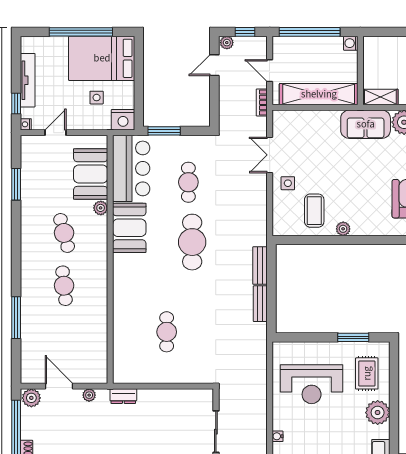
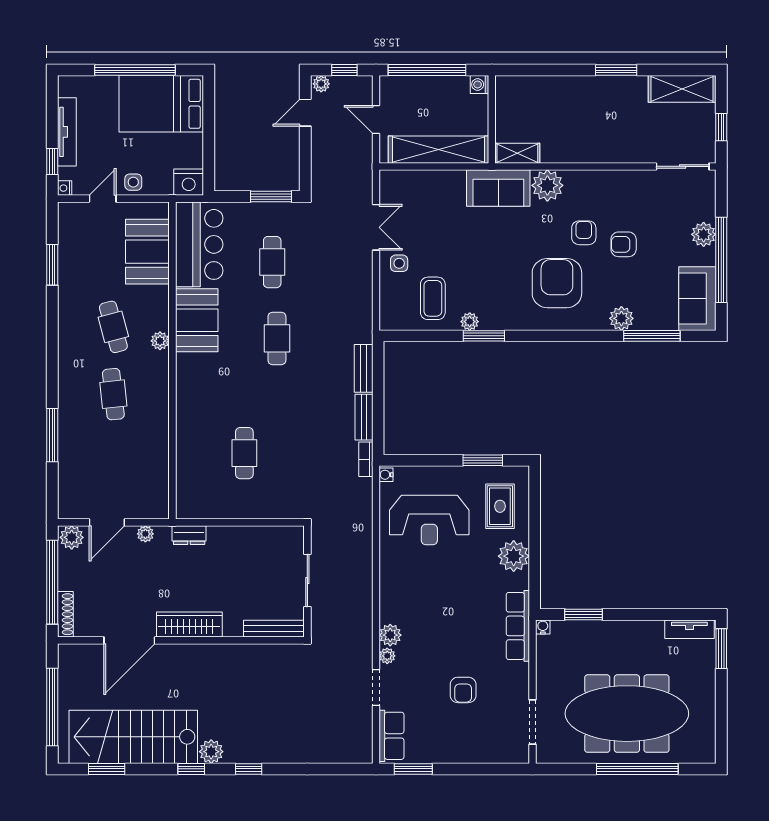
side table: (97, 98) -> (133, 182), moved
bookcase: (262, 102) -> (366, 459), moved
window: (164, 131) -> (271, 197), moved
double door: (270, 155) -> (376, 227), swing flipped
plant: (101, 208) -> (160, 341), moved
window: (354, 240) -> (484, 336), added
cafe table: (192, 242) -> (277, 338), width x0.73, depth x0.74
door: (59, 386) -> (107, 522), swing flipped
water cooler: (278, 436) -> (386, 475), moved

